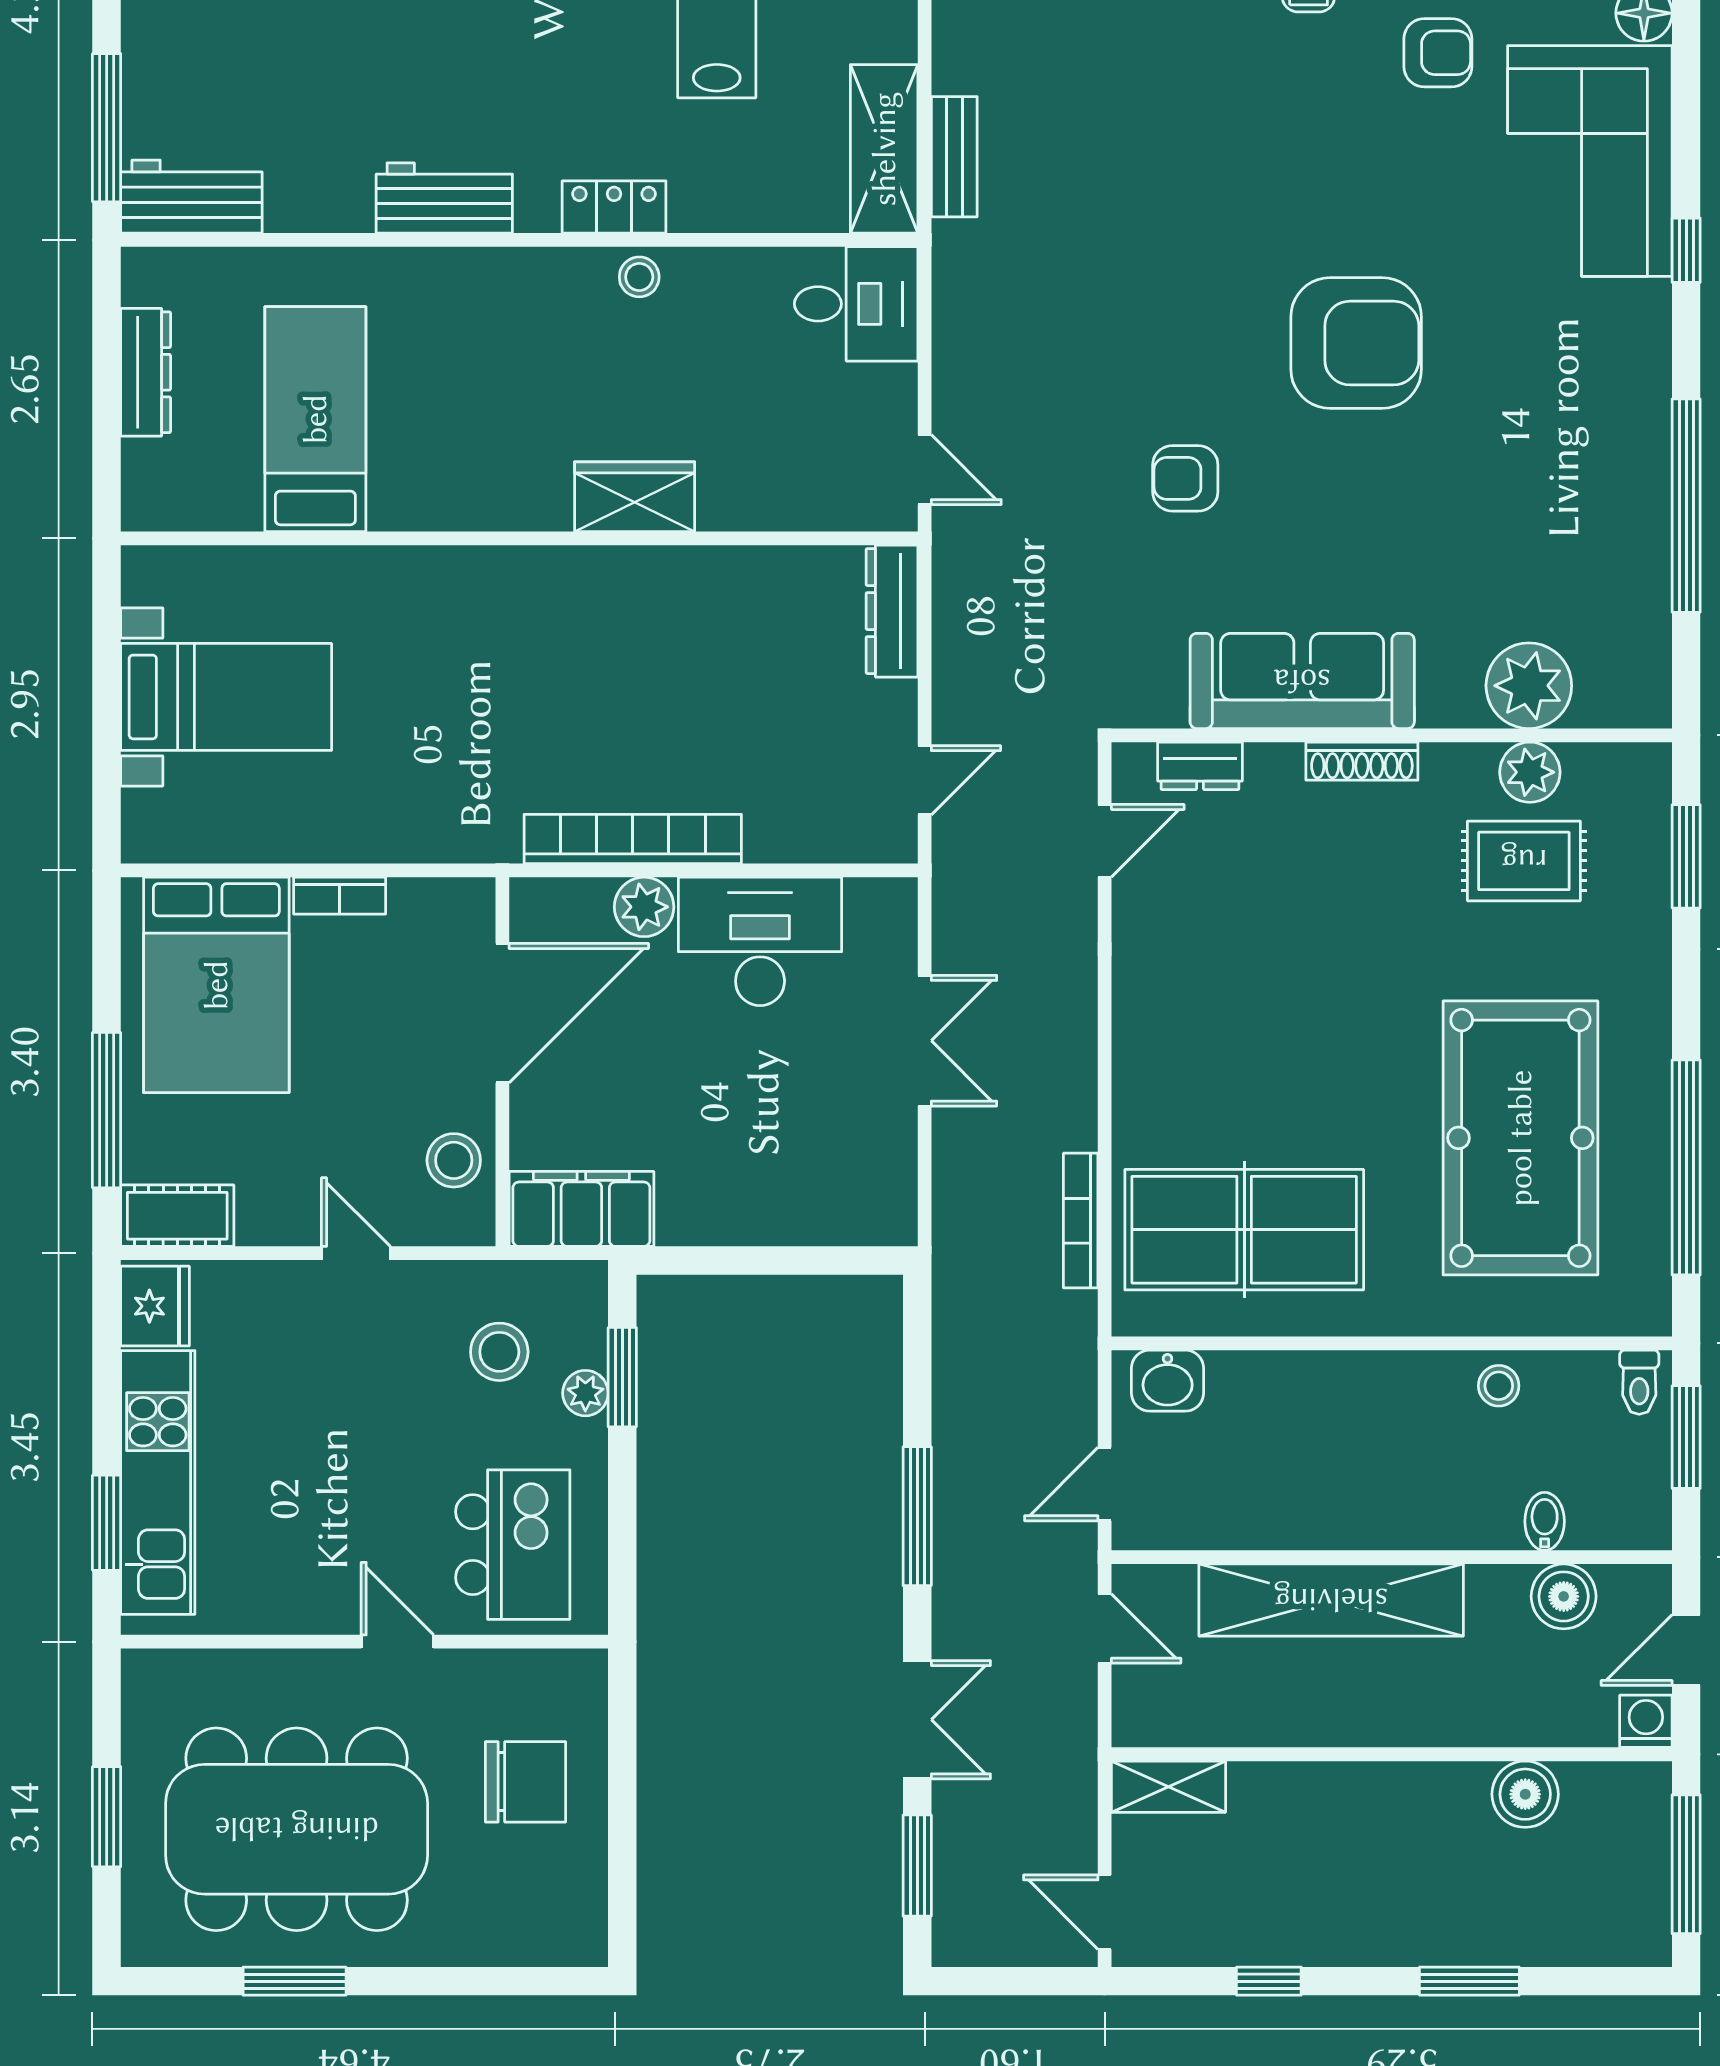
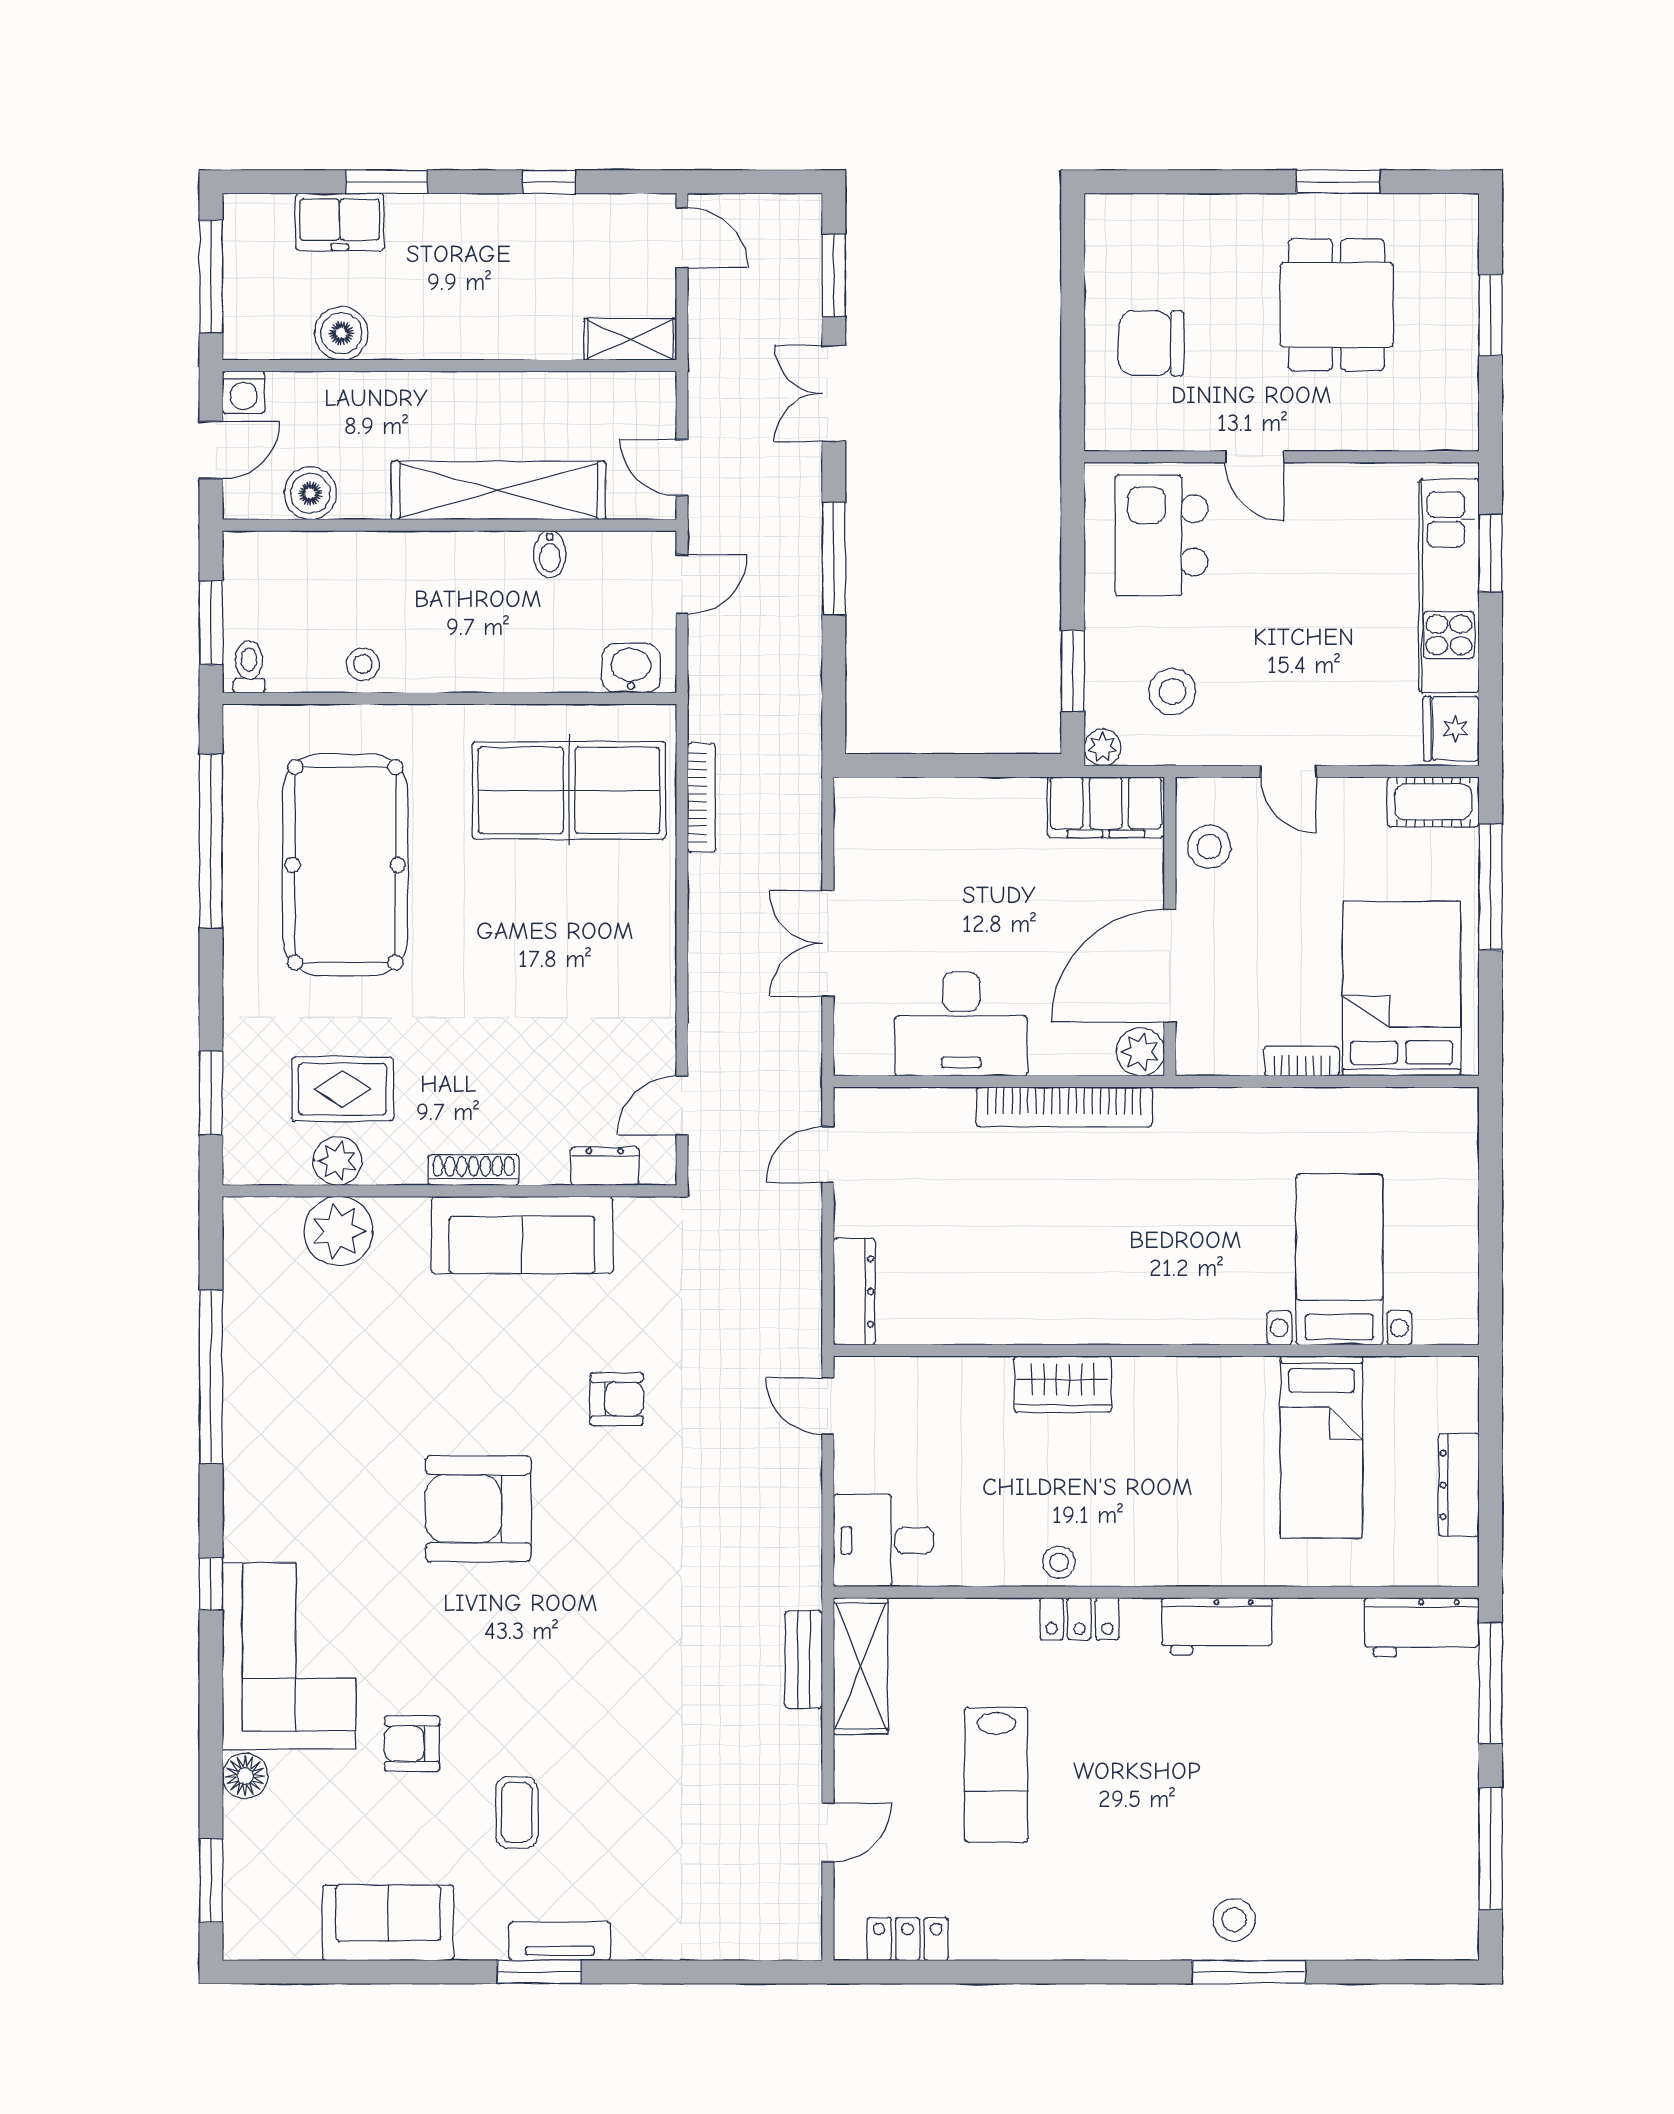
bed with nightstands: (226, 697) -> (1339, 1260), moved, turned 90
plant: (644, 907) -> (1140, 1052), moved
plant: (585, 1393) -> (1103, 748), moved
bidet: (1545, 1521) -> (550, 554), moved
dining table: (297, 1829) -> (1337, 305), width x0.53, depth x0.80
freezer: (1527, 1932) -> (340, 222), added

